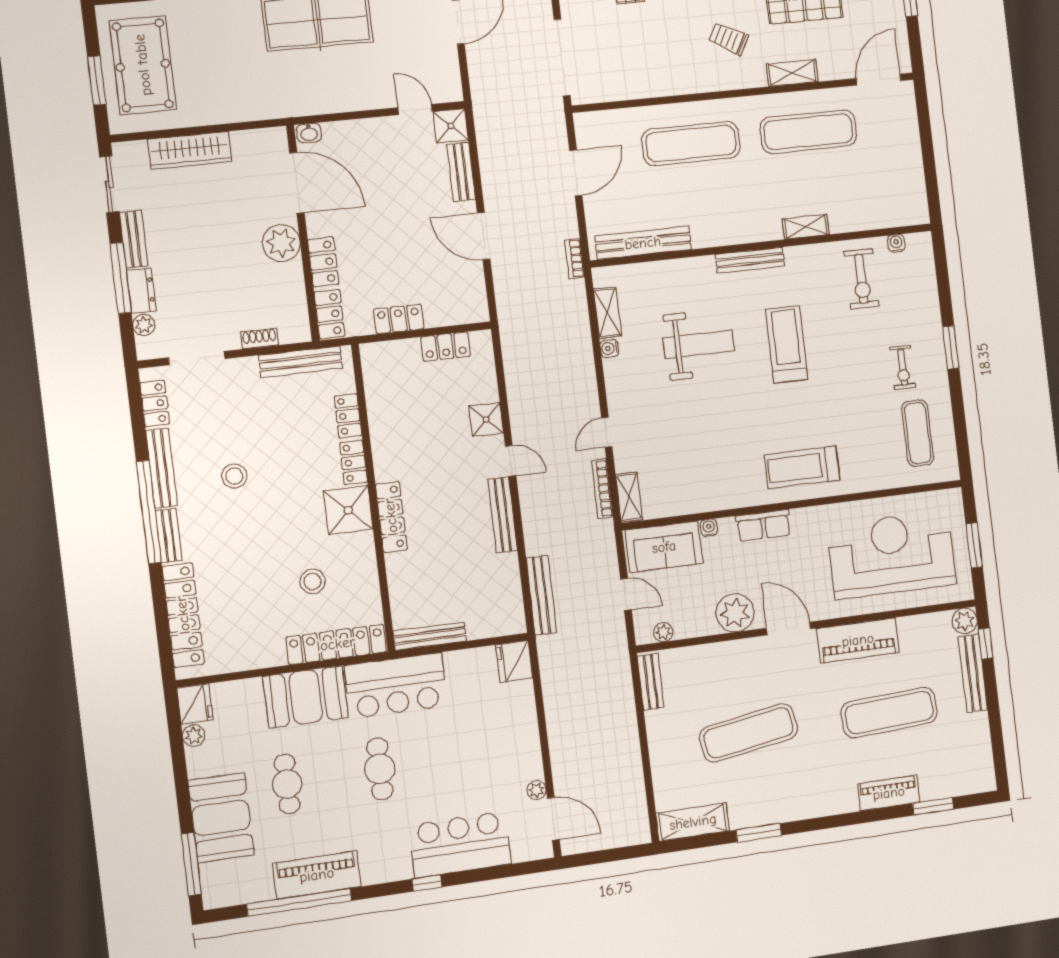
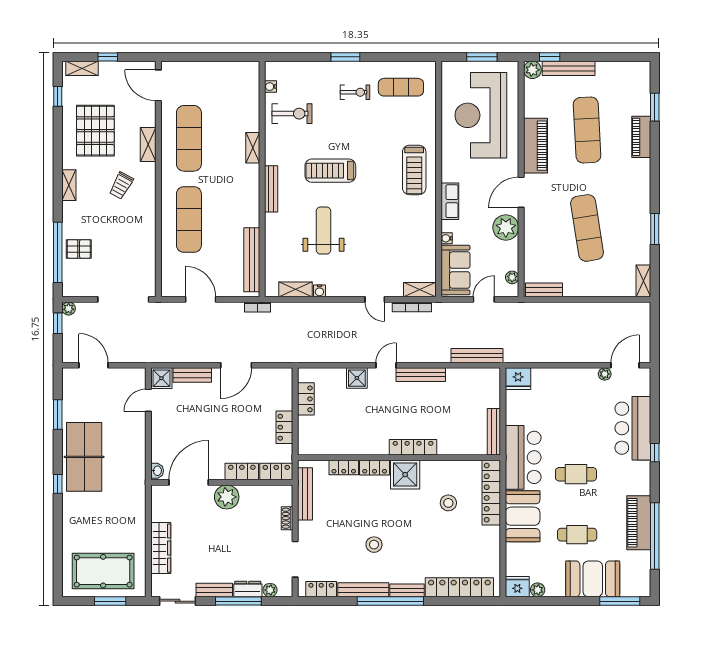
shelving: (693, 822) -> (643, 281), width x0.67, depth x0.75

